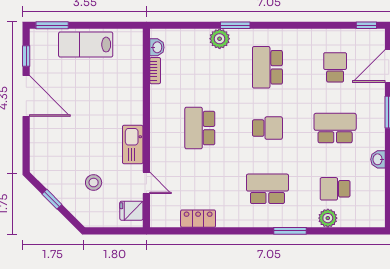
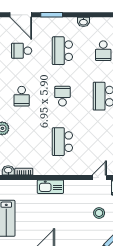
school desk: (267, 67) -> (22, 96), width x0.54
school desk: (200, 128) -> (62, 142), turned 90
kitchen sink: (133, 144) -> (50, 187), moved

